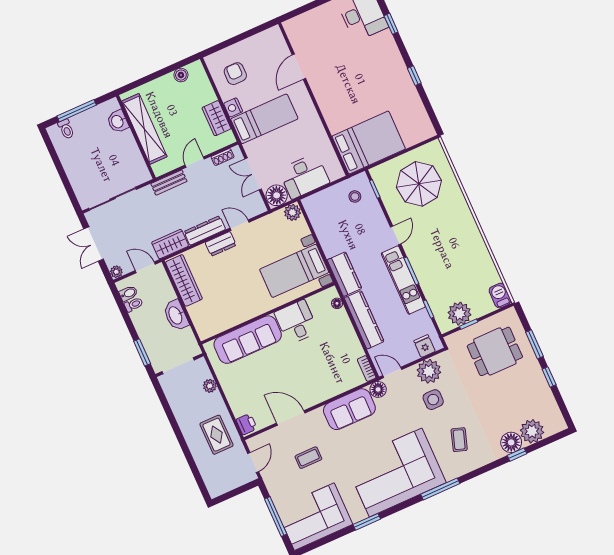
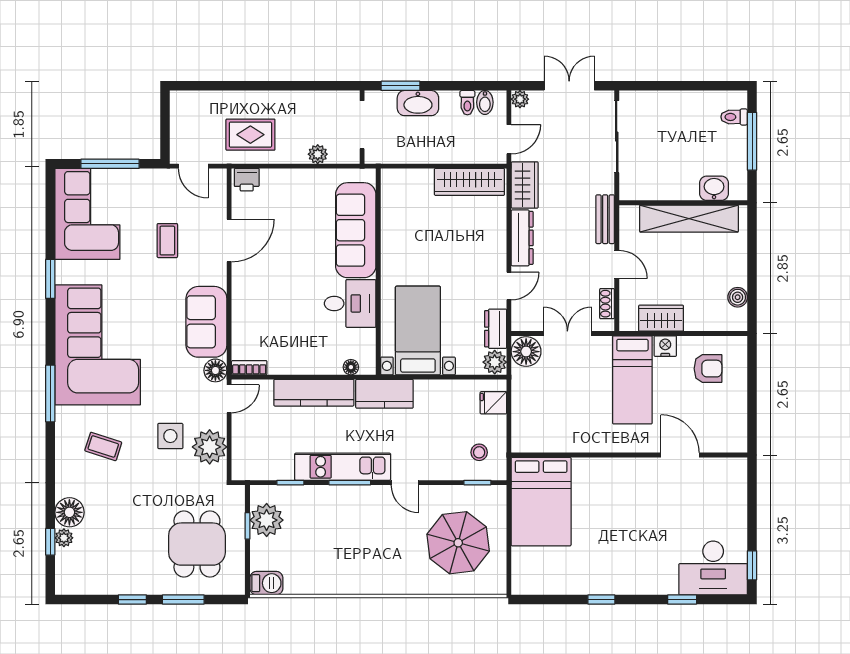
desk: (304, 176) -> (535, 398), removed
dresser: (221, 244) -> (496, 329), moved
washbasin: (176, 315) -> (418, 103), moved, turned 180
fridge: (425, 346) -> (493, 403), moved, turned 180
plant: (532, 431) -> (64, 538), width x0.53, depth x0.53
window: (517, 455) -> (50, 542), moved

